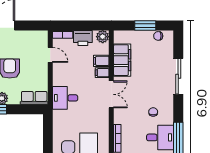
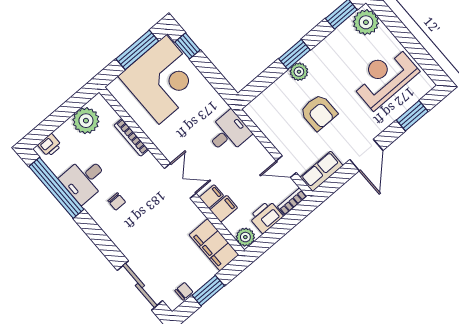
filing cabinet: (122, 60) -> (214, 245), moved
sliding door: (178, 76) -> (140, 285), moved
double door: (111, 94) -> (180, 181), swing flipped
row of seats: (34, 98) -> (322, 171), moved, turned 180

